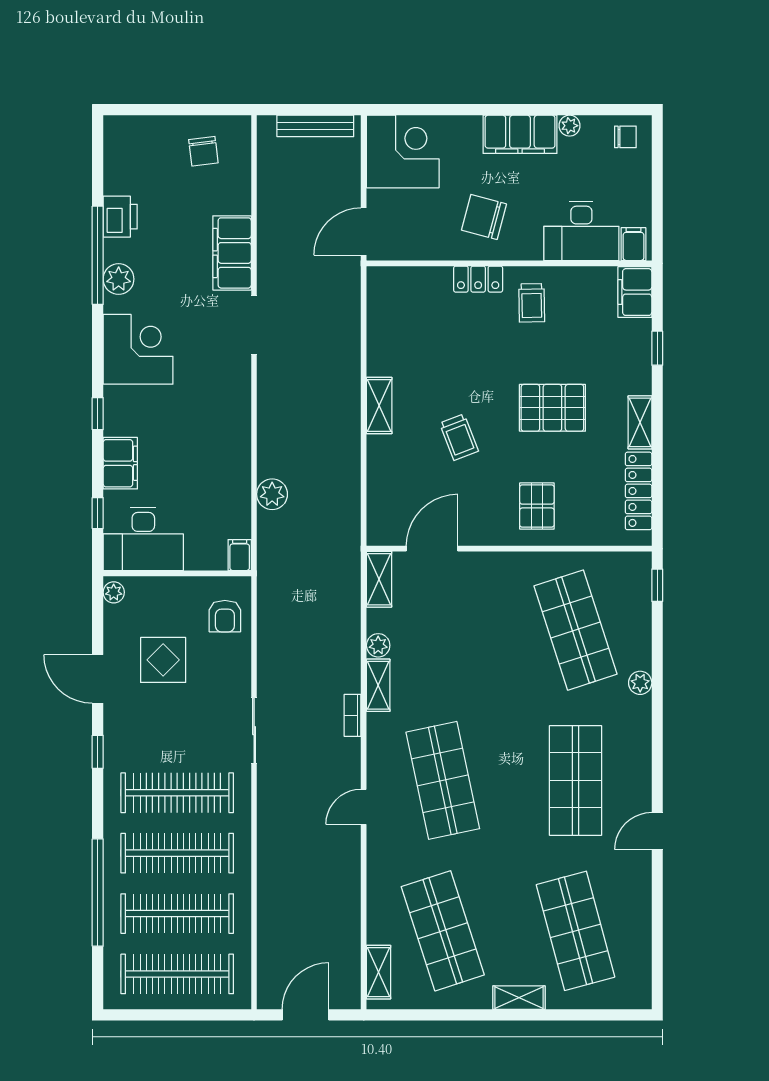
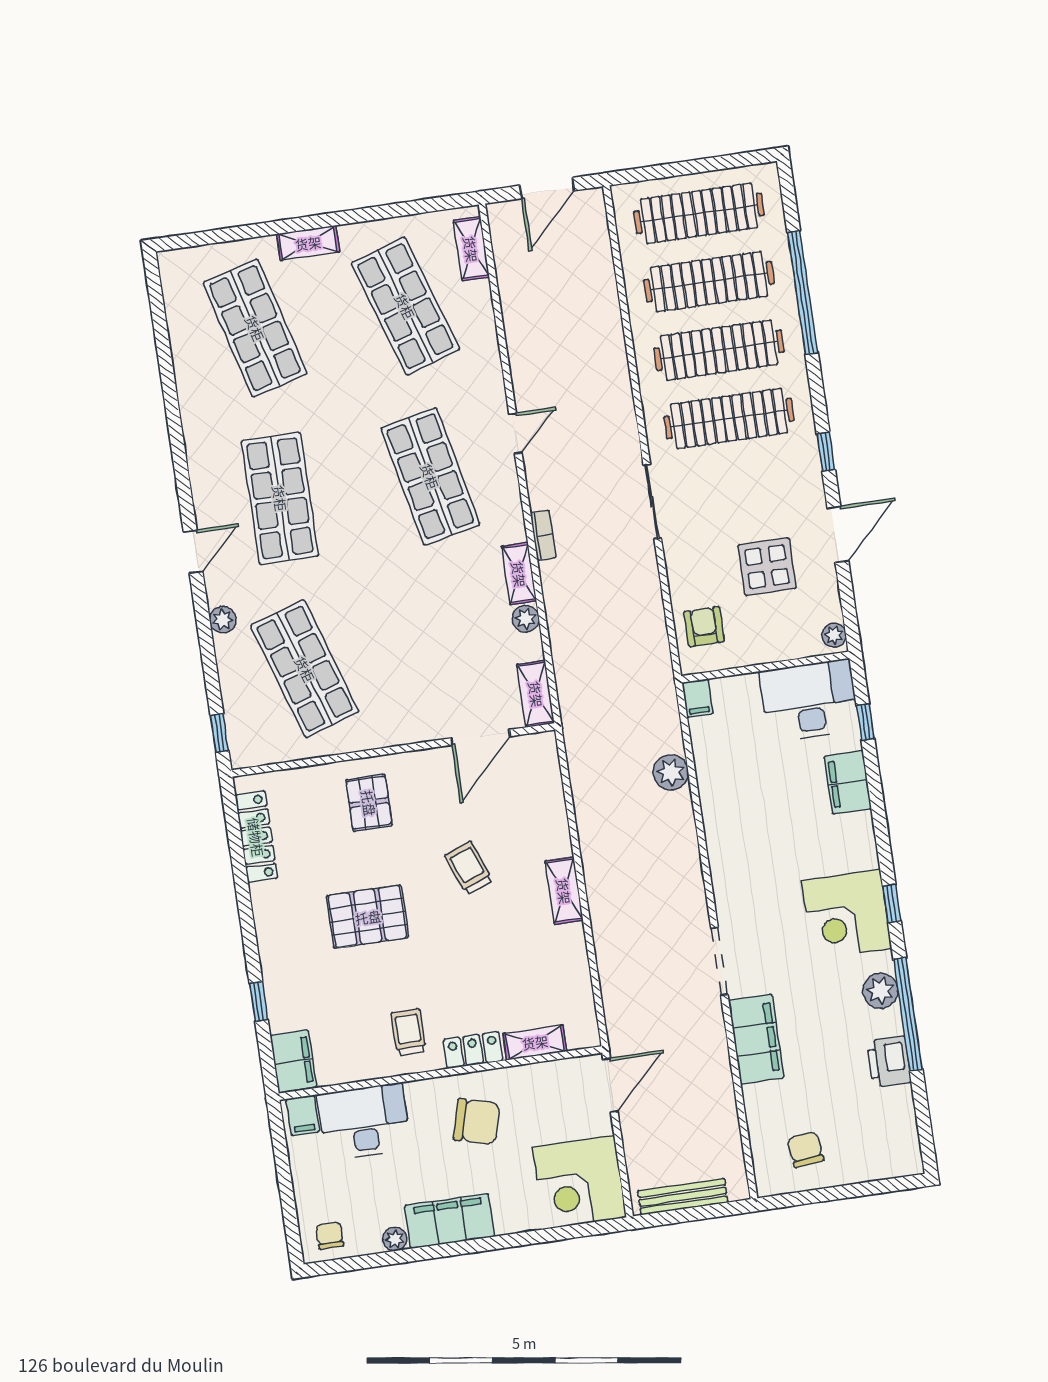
chair: (625, 137) -> (330, 1236), turned 90
window: (98, 414) -> (892, 903), moved
shelving: (640, 422) -> (535, 1042), moved, turned 90
door: (98, 679) -> (838, 534), hinge flipped
door: (657, 831) -> (193, 552), moved

